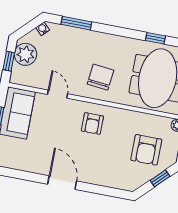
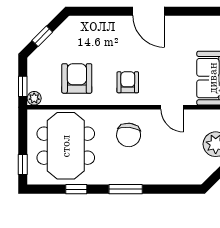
window: (76, 23) -> (126, 189), moved
water cooler: (43, 29) -> (202, 176), removed
armchair: (146, 150) -> (77, 78), moved

